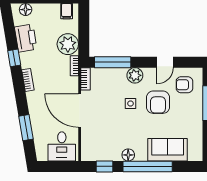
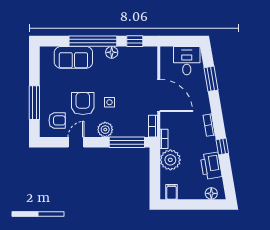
desk: (62, 146) -> (187, 61), moved

